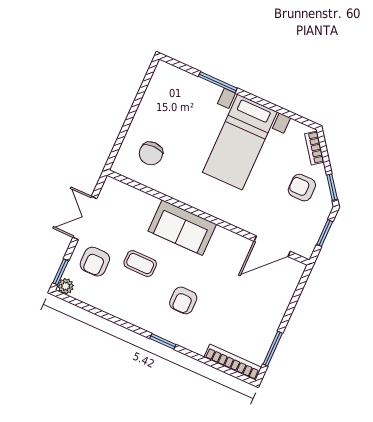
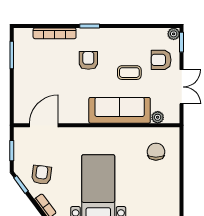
armchair: (302, 188) -> (42, 175), turned -83
plant: (130, 194) -> (158, 117), added
sofa: (182, 228) -> (120, 110), width x1.36
armchair: (95, 262) -> (161, 60), turned -90
bookcase: (233, 362) -> (55, 33), moved

